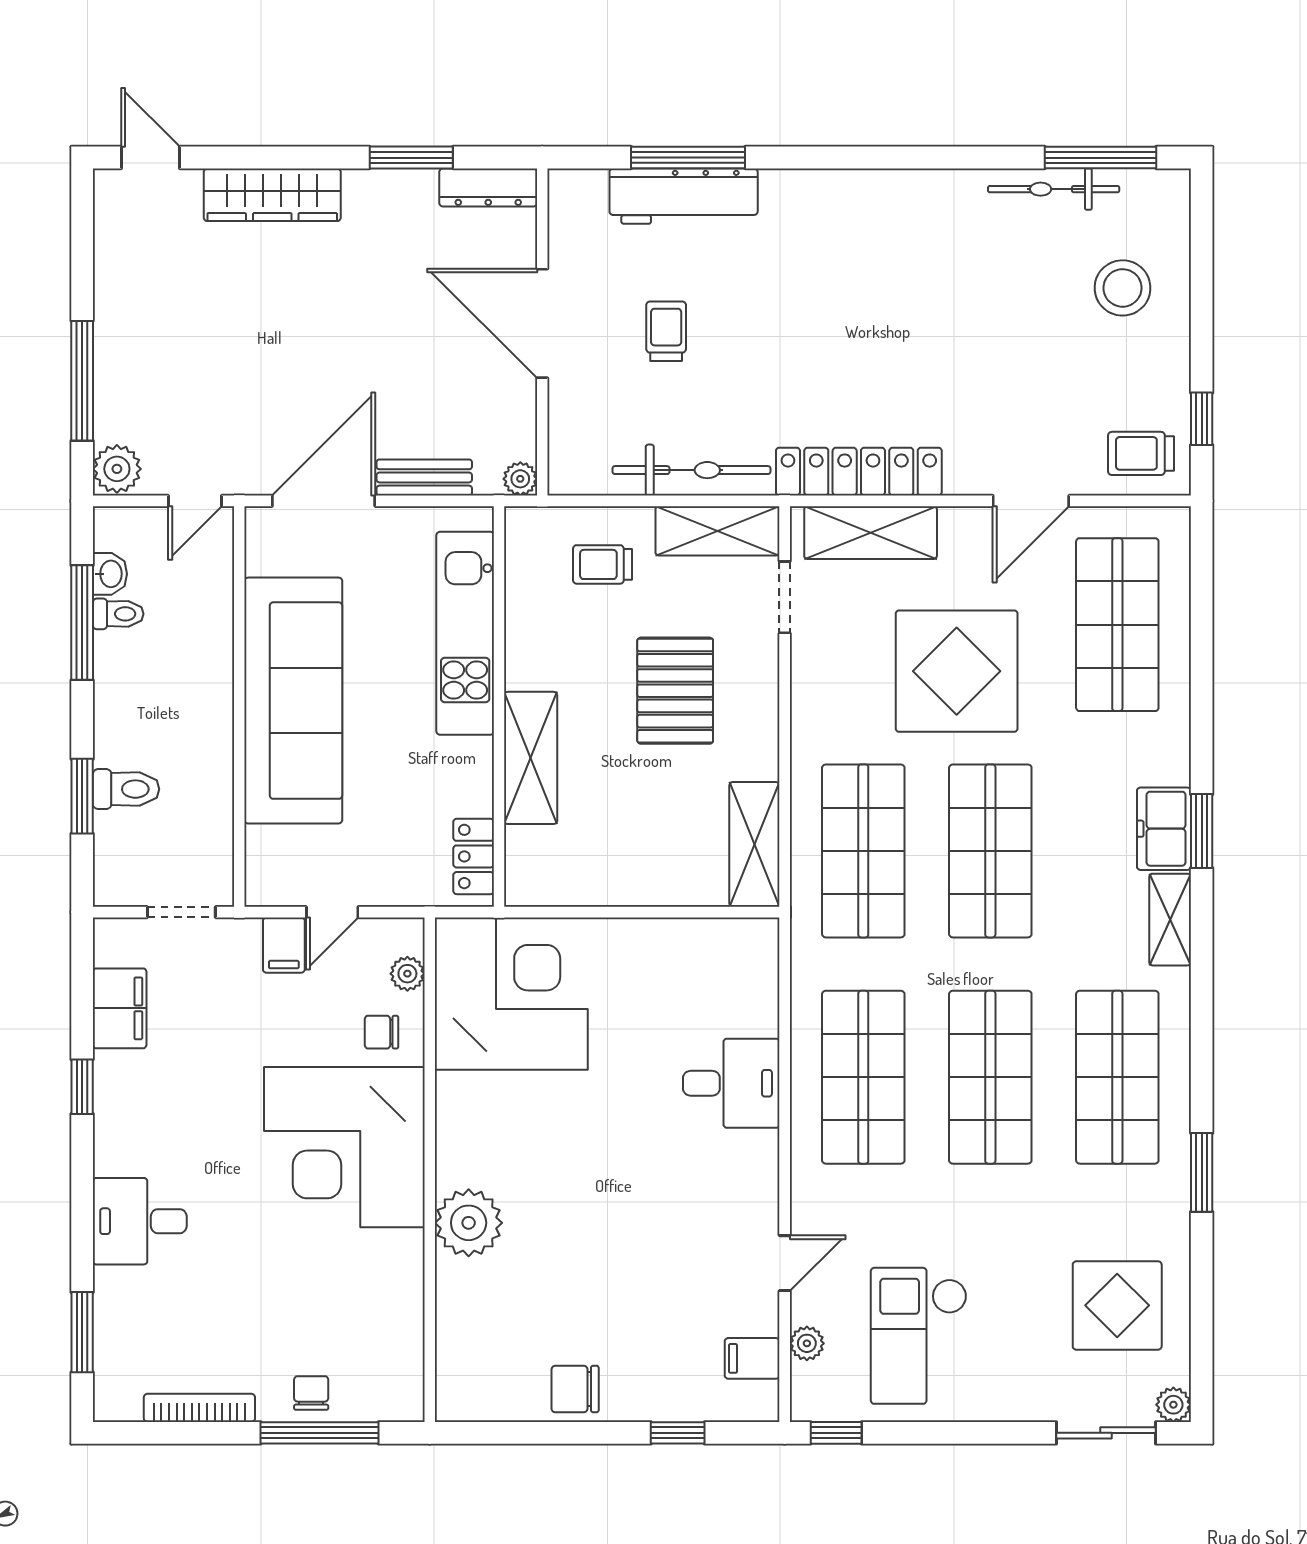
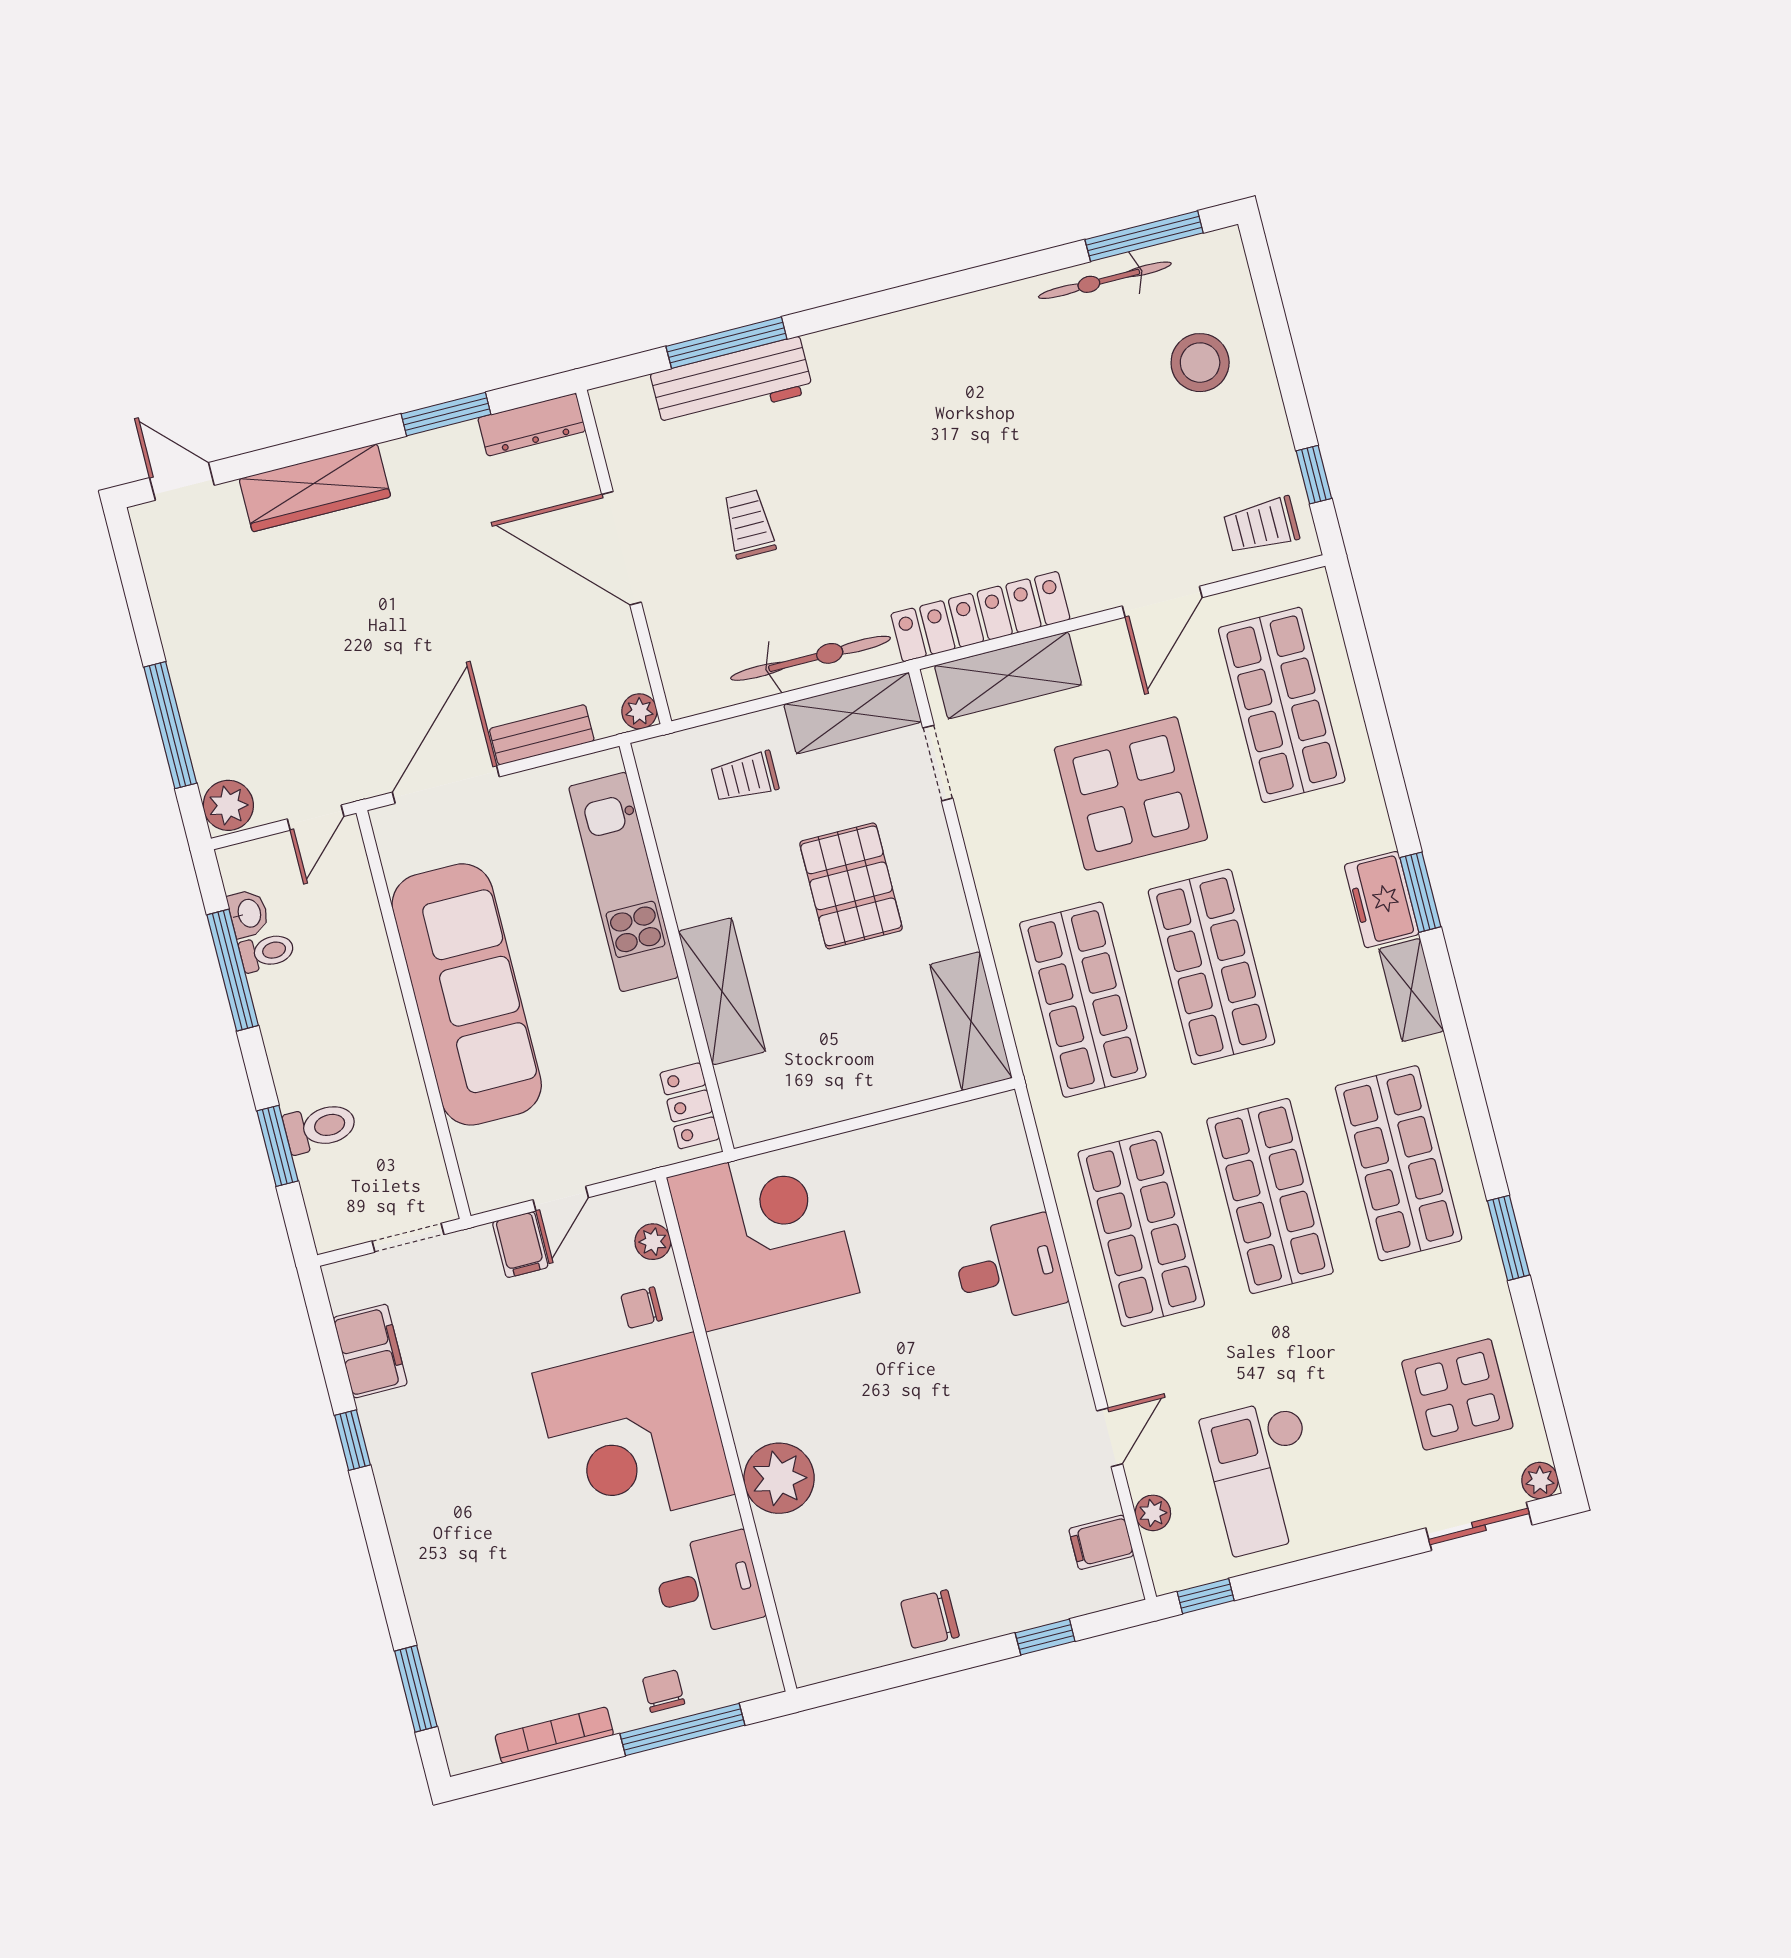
desk: (140, 1221) -> (708, 1584), moved, turned 180

